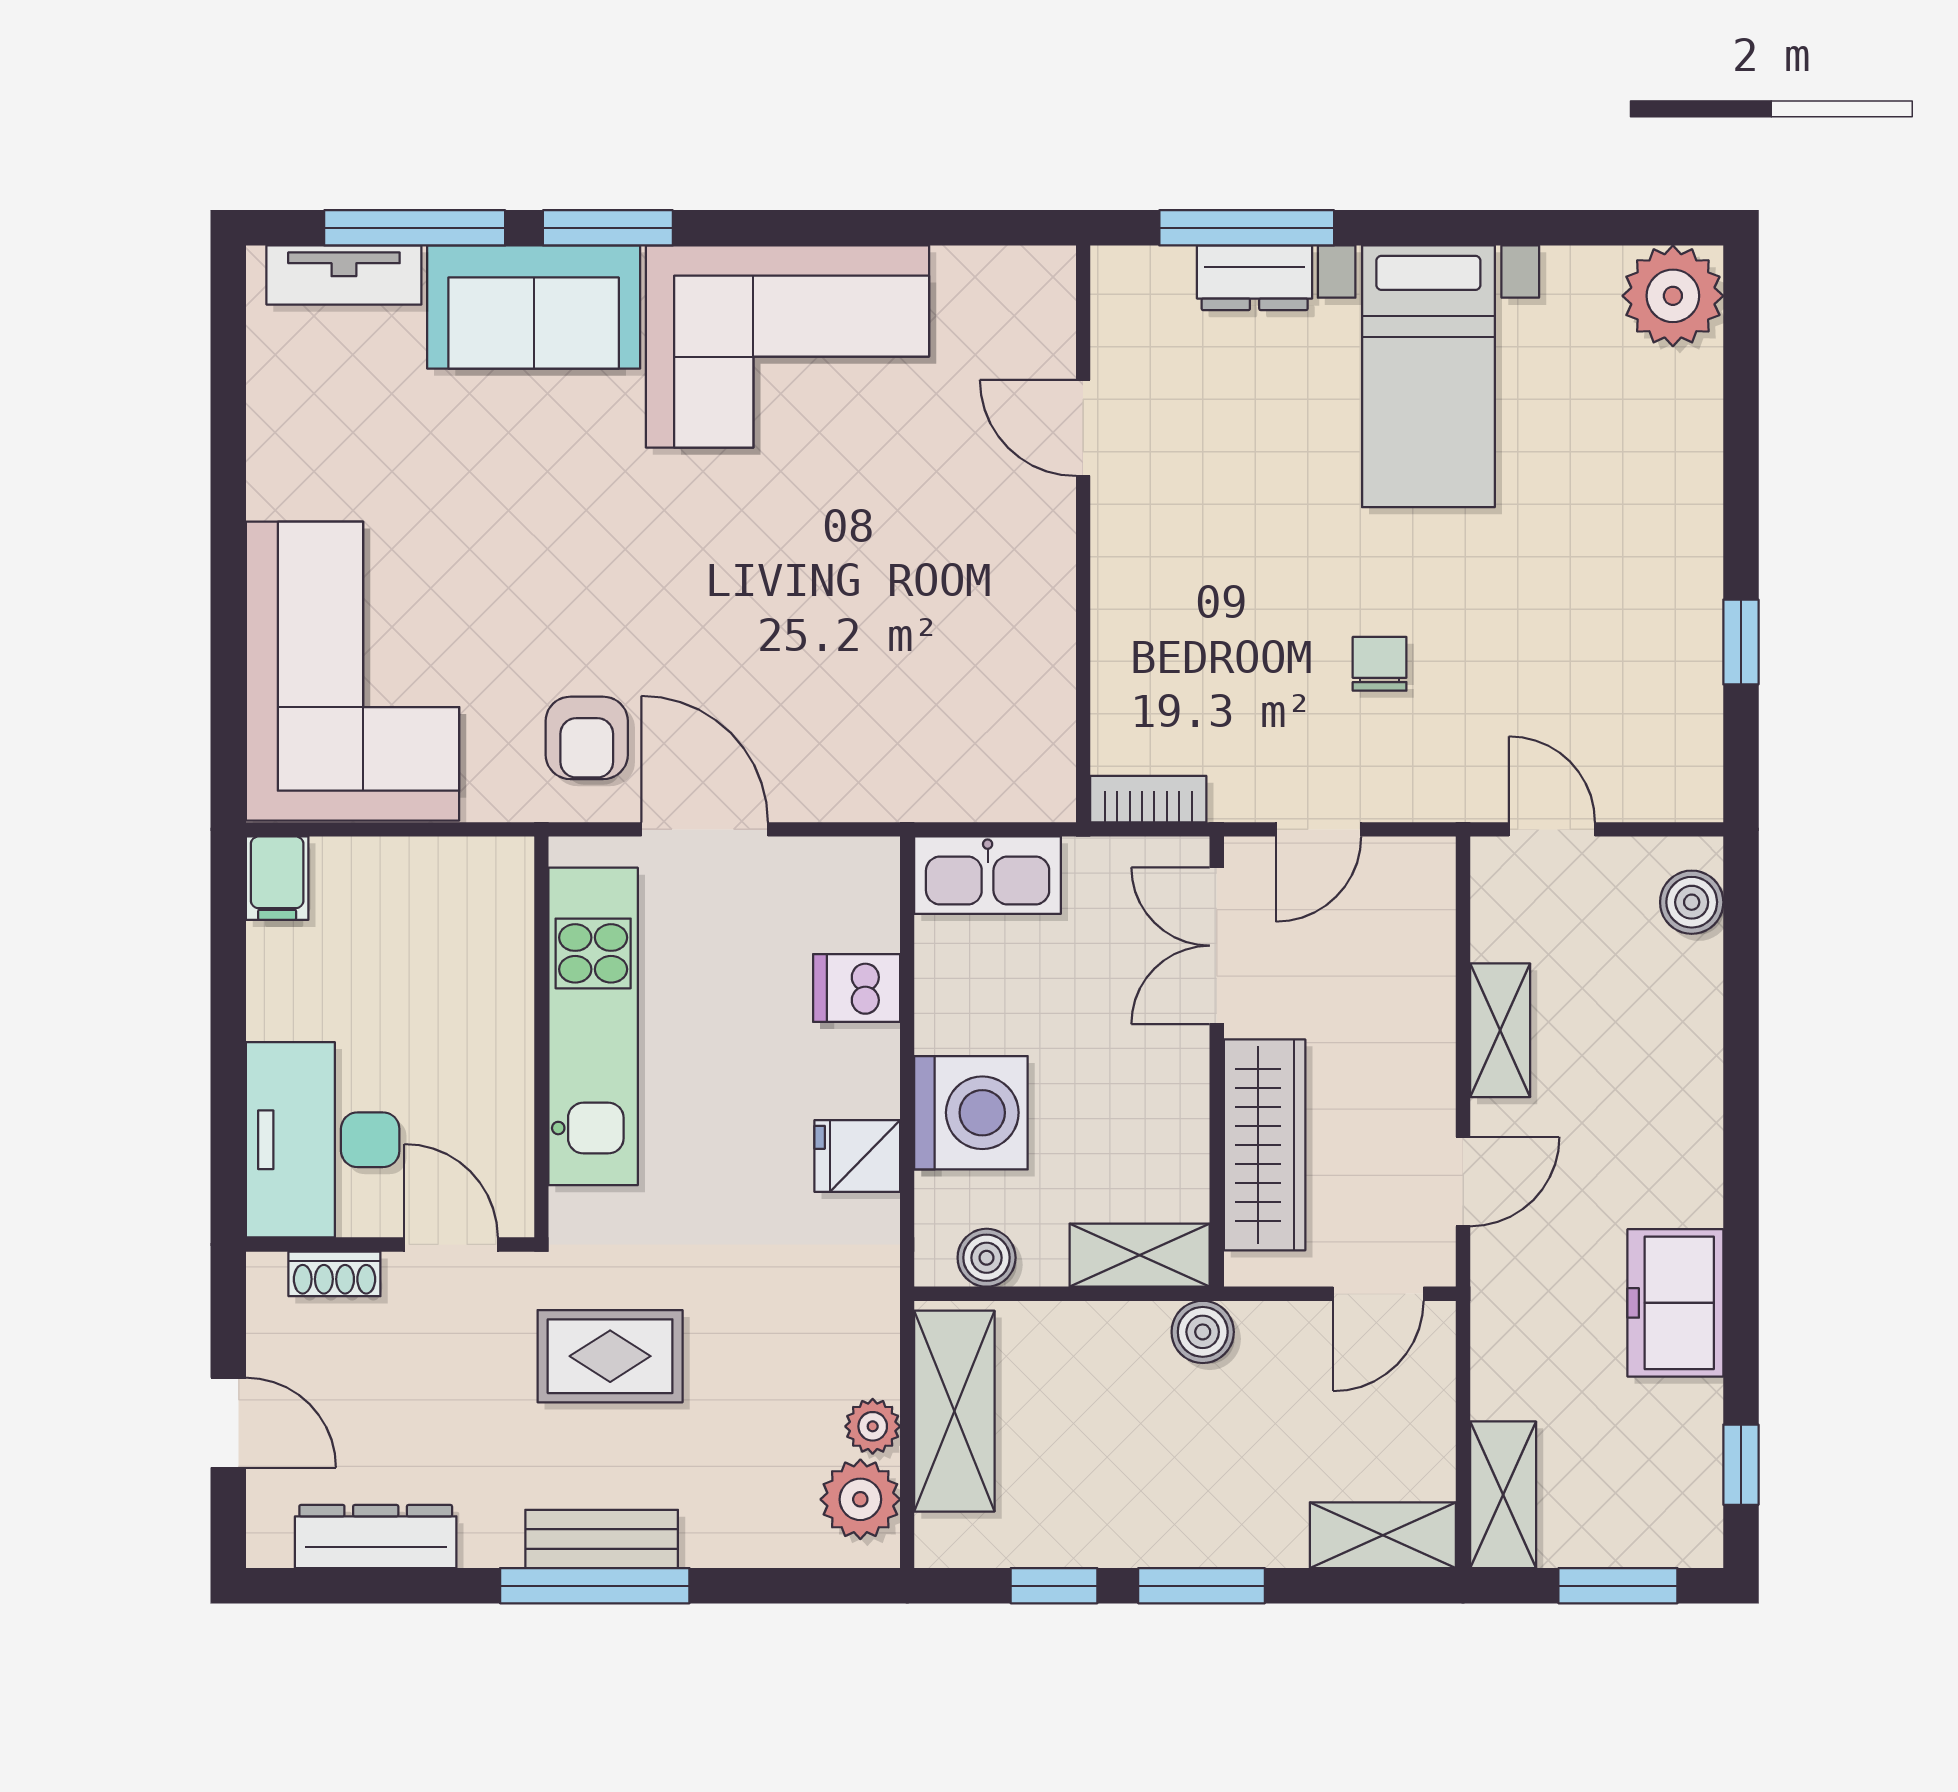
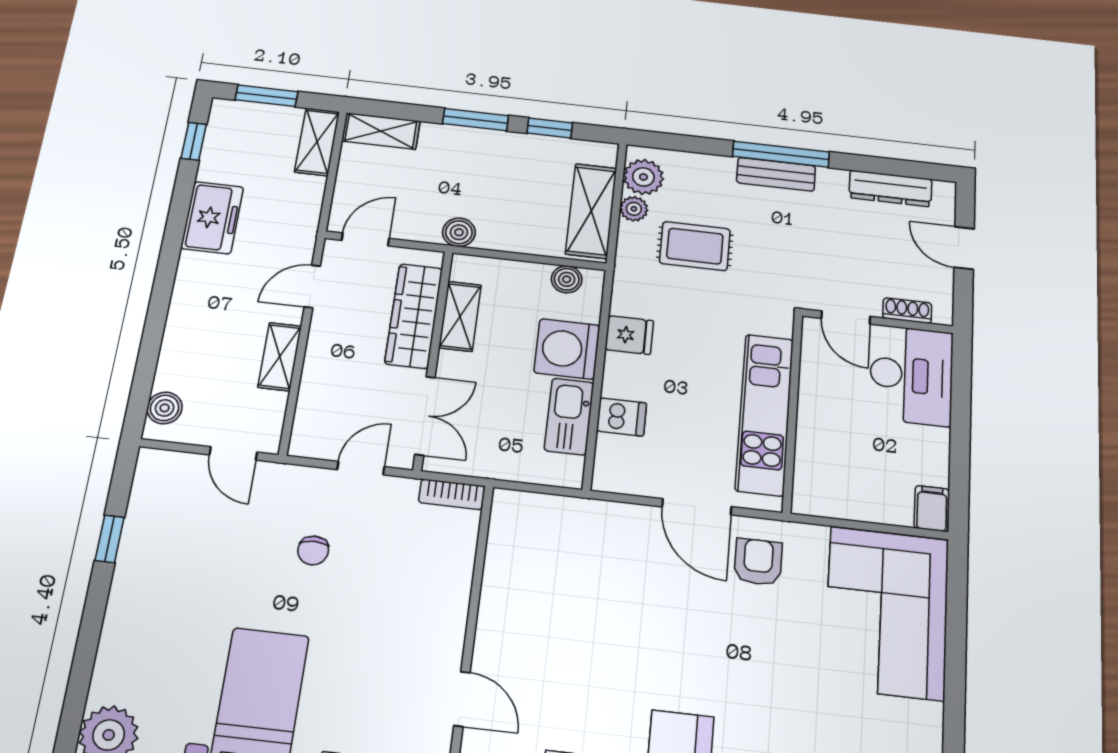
kitchen sink: (988, 875) -> (569, 416), moved, turned -90
shelving: (1140, 1255) -> (460, 316), moved, turned 90
rug: (610, 1356) -> (695, 246), moved

